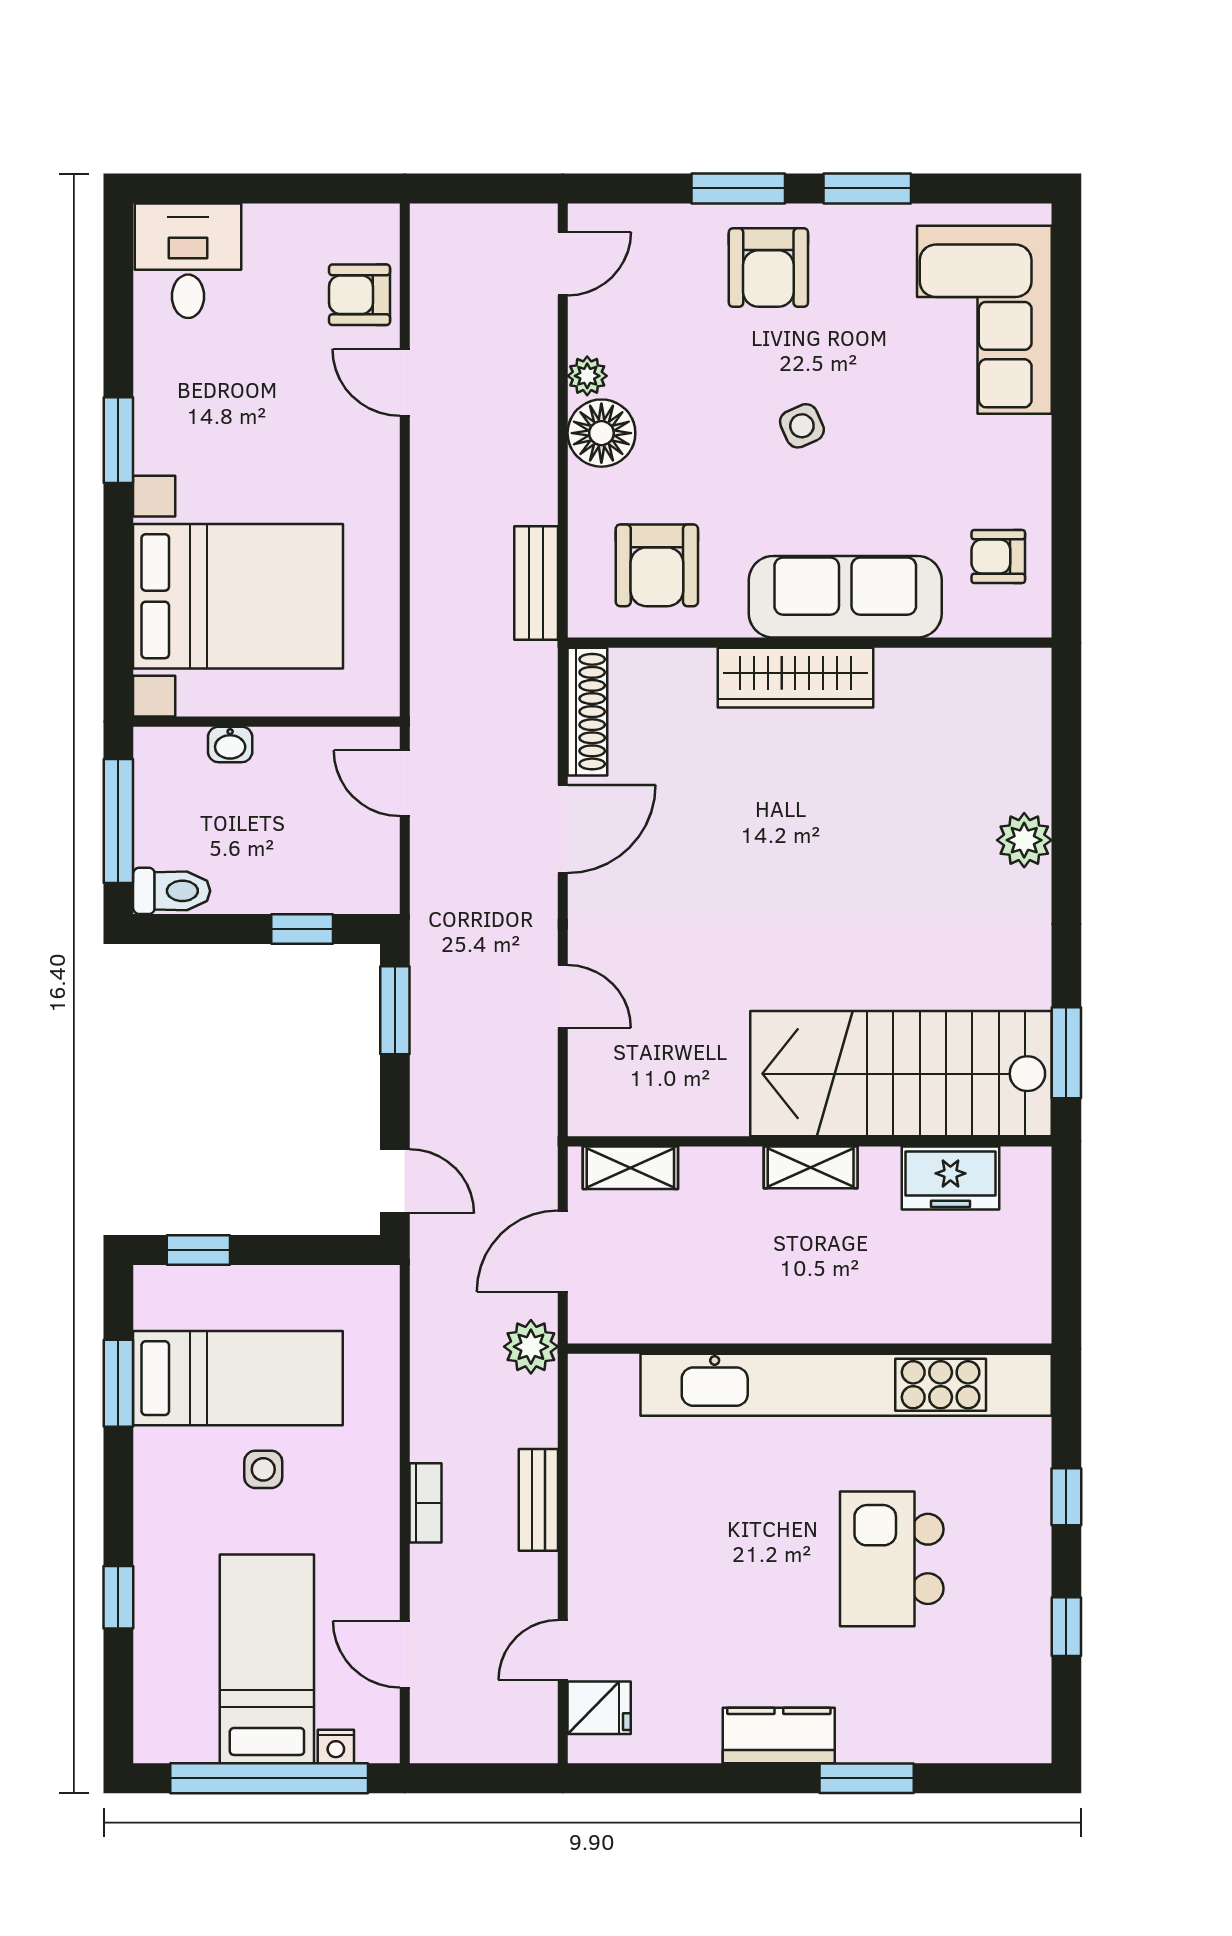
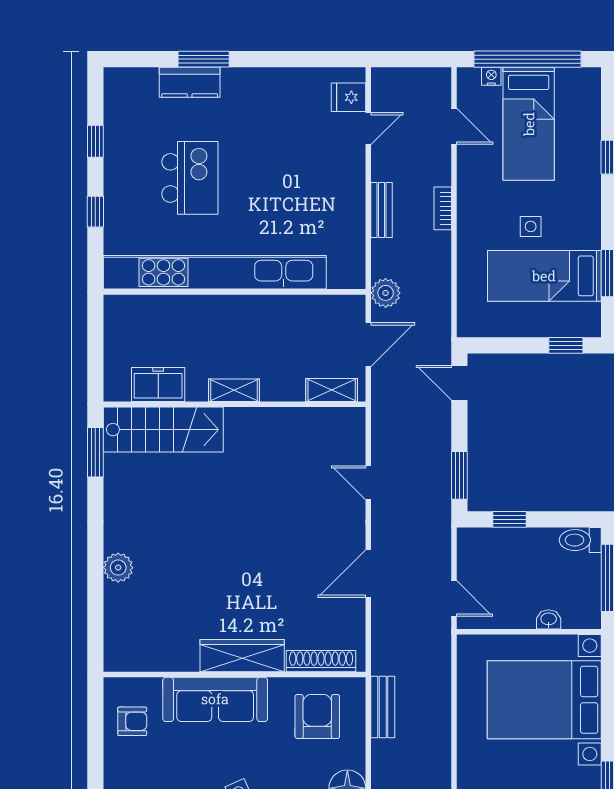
shoe rack: (587, 712) -> (321, 661), moved, turned 90
stairs: (901, 1074) -> (163, 430), width x0.73, depth x0.66
kitchen counter: (779, 1735) -> (190, 82), moved

